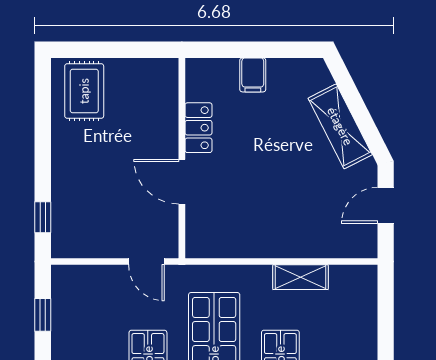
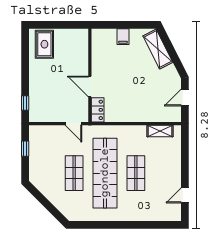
shelving: (340, 126) -> (158, 49), moved
locker: (198, 128) -> (98, 110), moved
shelving: (300, 277) -> (160, 131), moved

